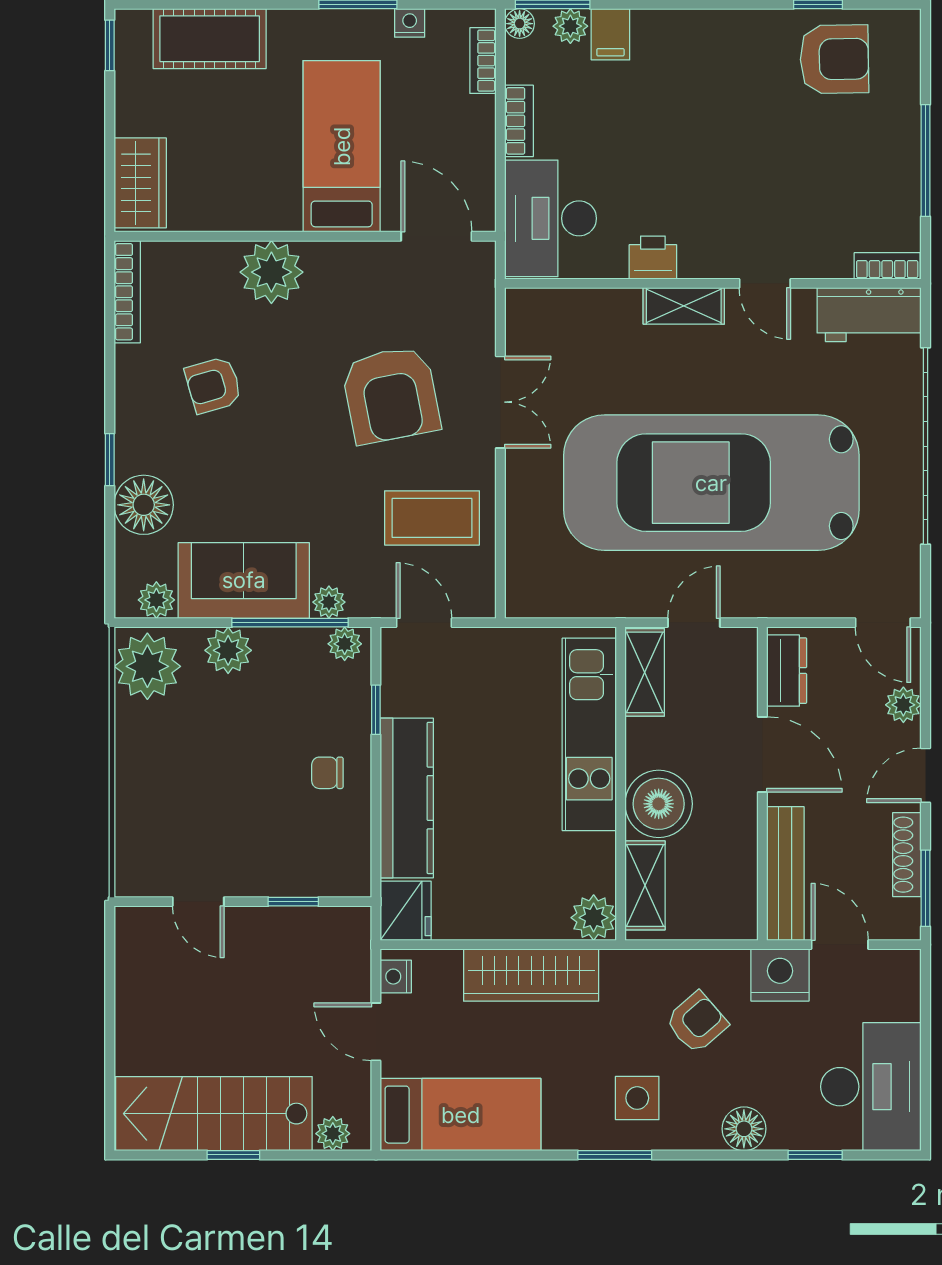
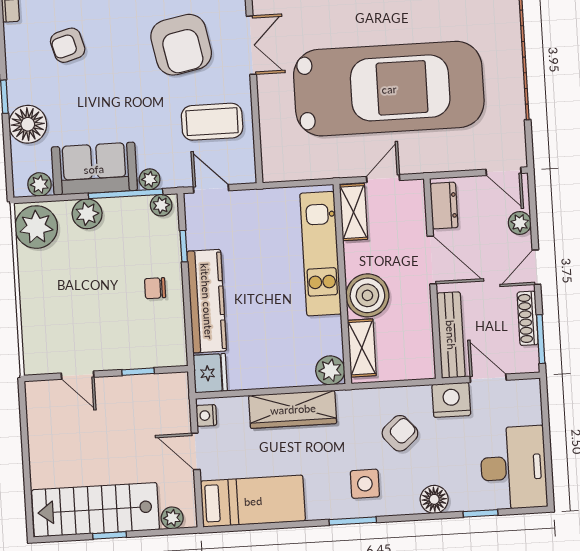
car: (711, 483) -> (389, 89), turned 180

